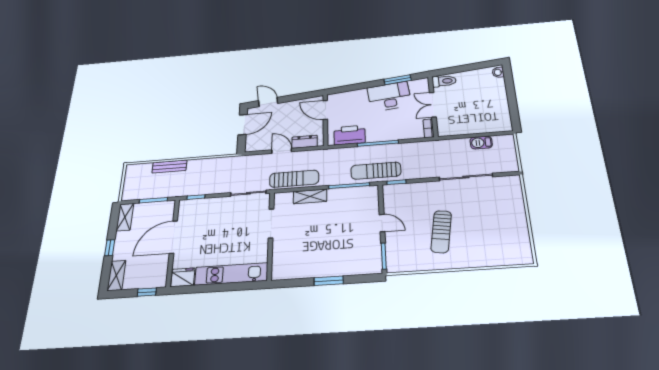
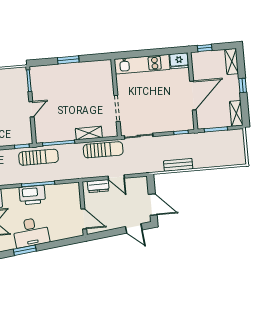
door: (243, 125) -> (153, 205), swing flipped
printer: (350, 135) -> (32, 195), moved
bench: (169, 166) -> (178, 165), moved
sun lounger: (294, 179) -> (103, 150), turned 180
door: (382, 223) -> (31, 109), swing flipped

